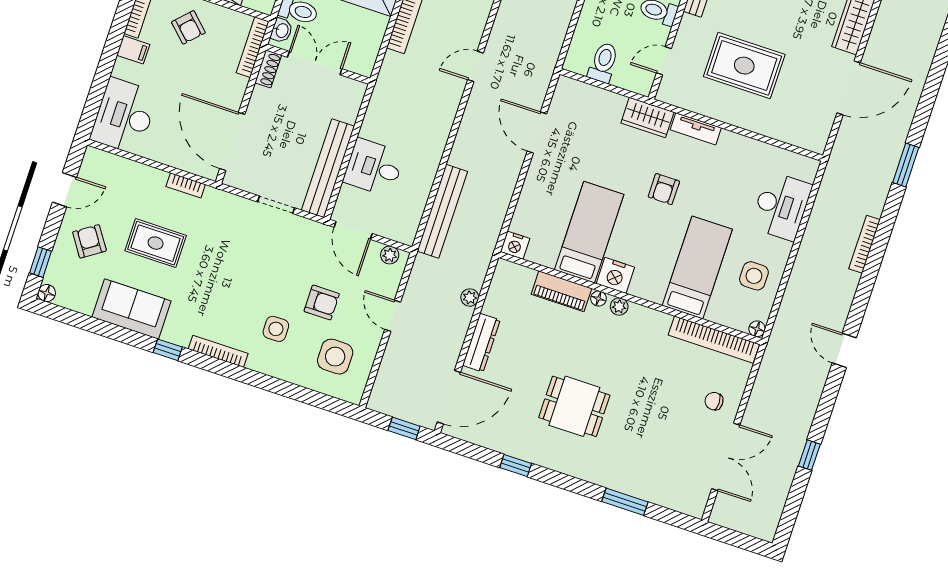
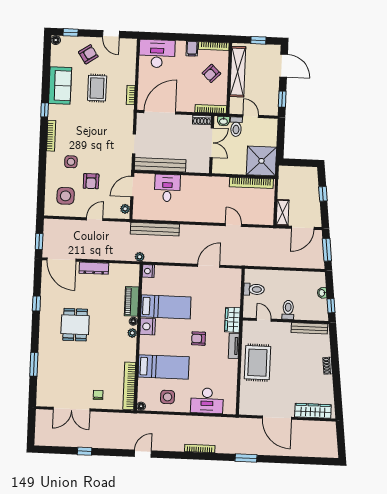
rug: (744, 66) -> (257, 363), moved
plant: (470, 298) -> (140, 257), moved

